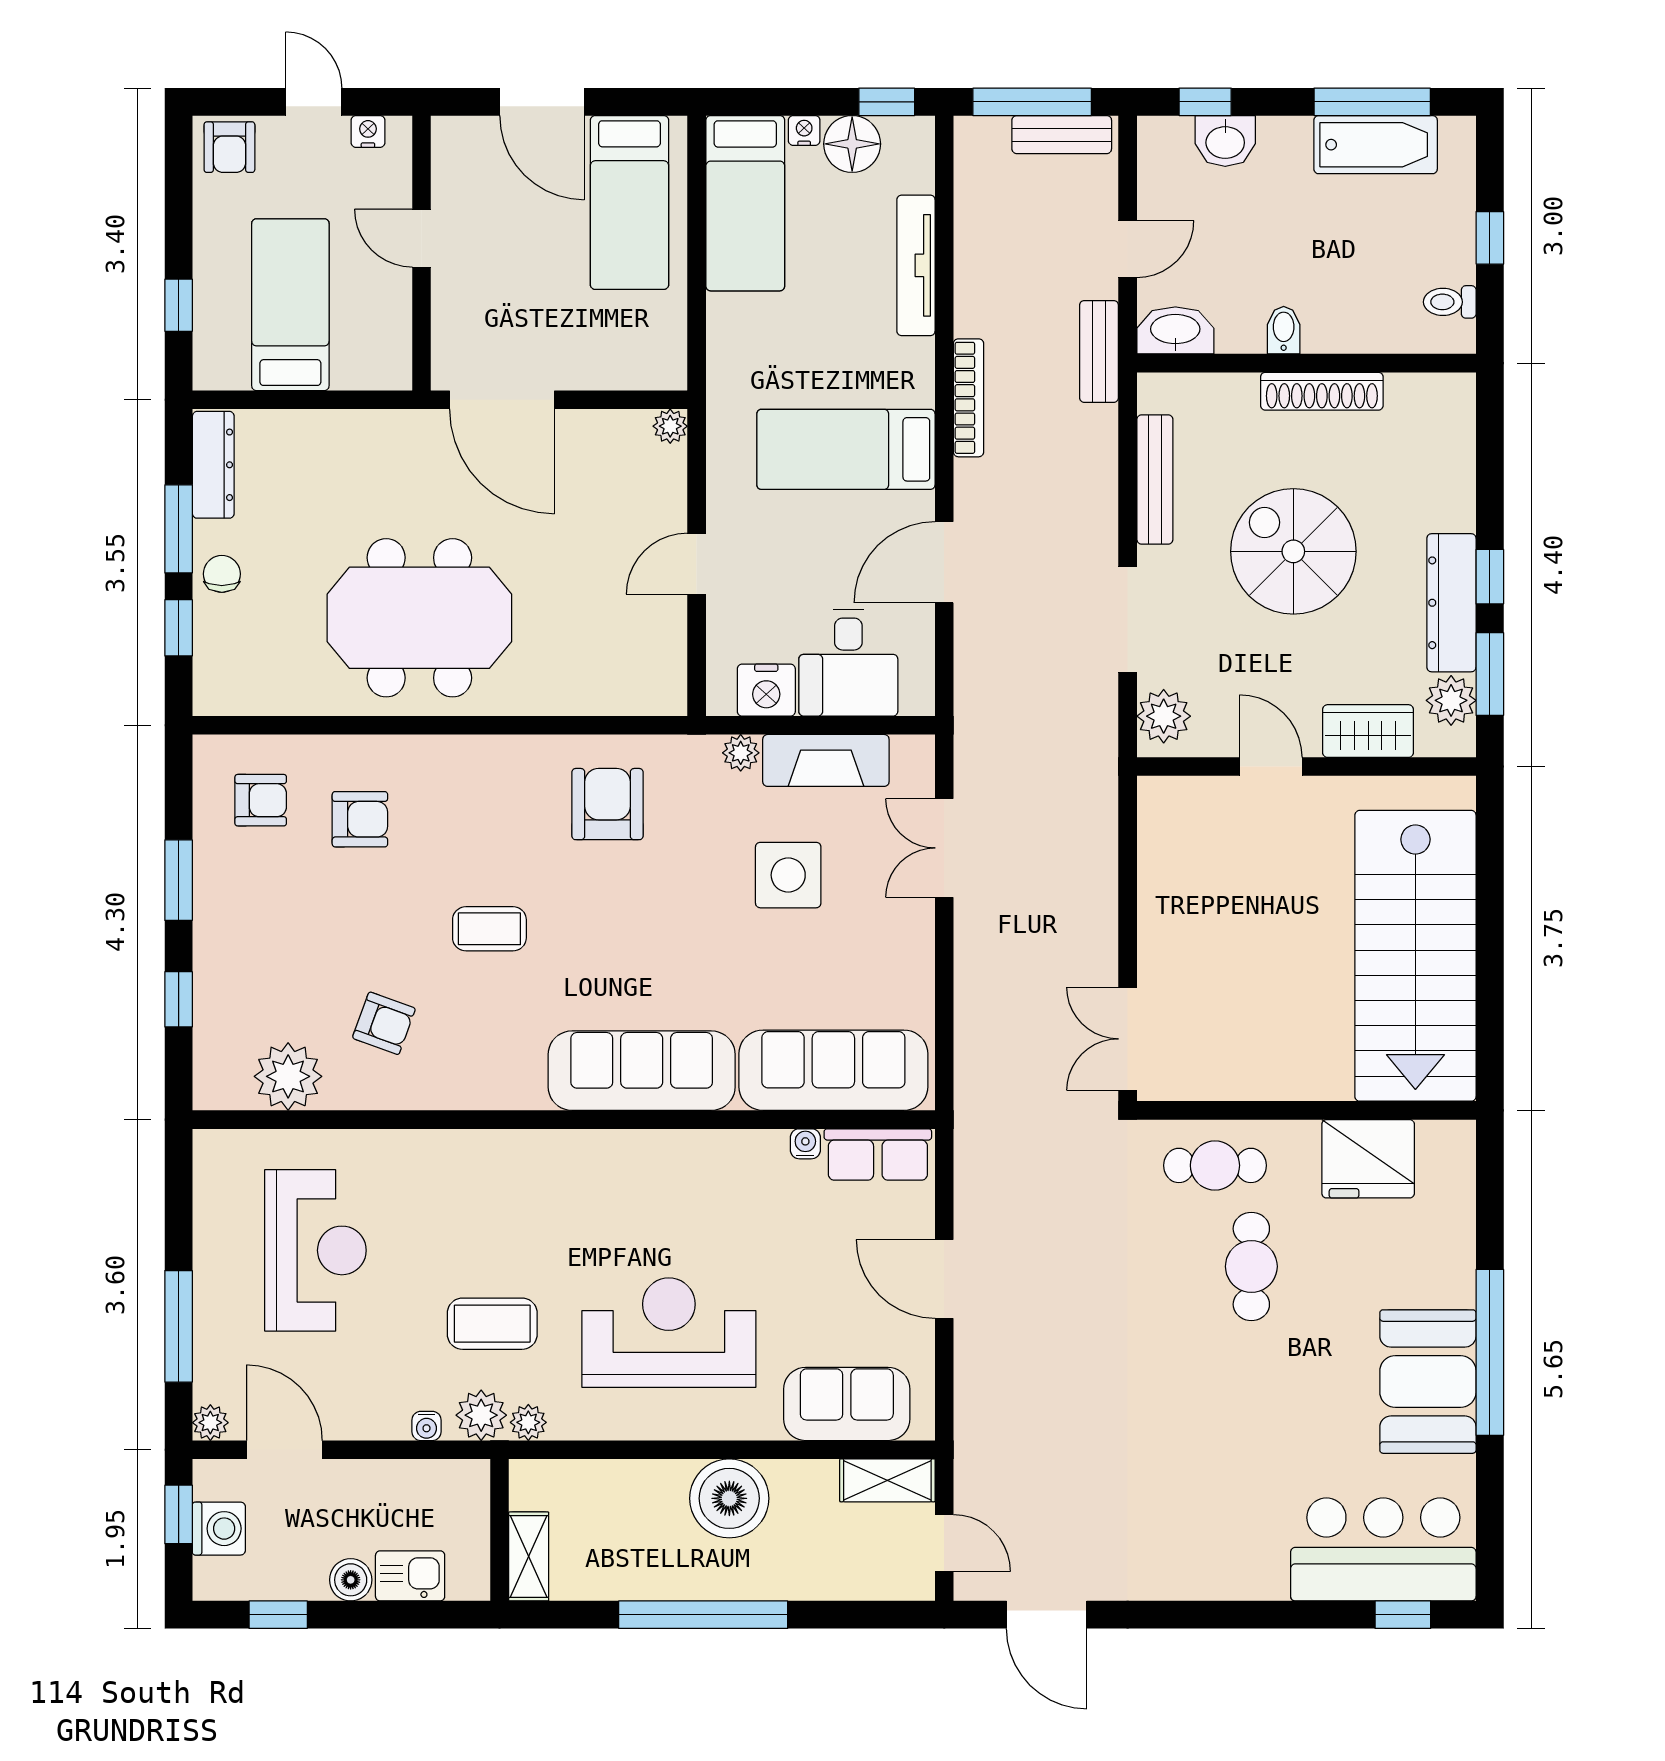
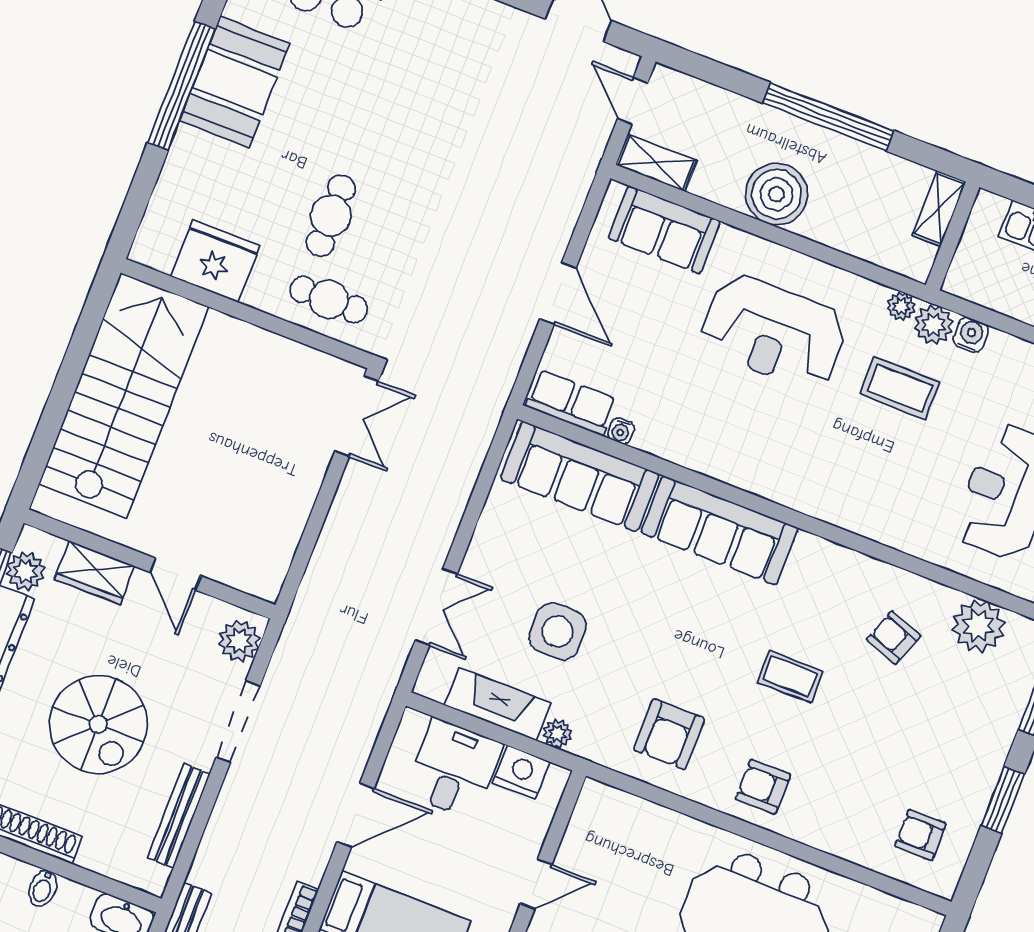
armchair: (360, 819) -> (763, 787), moved
water cooler: (427, 1426) -> (971, 335), width x1.38, depth x1.38

